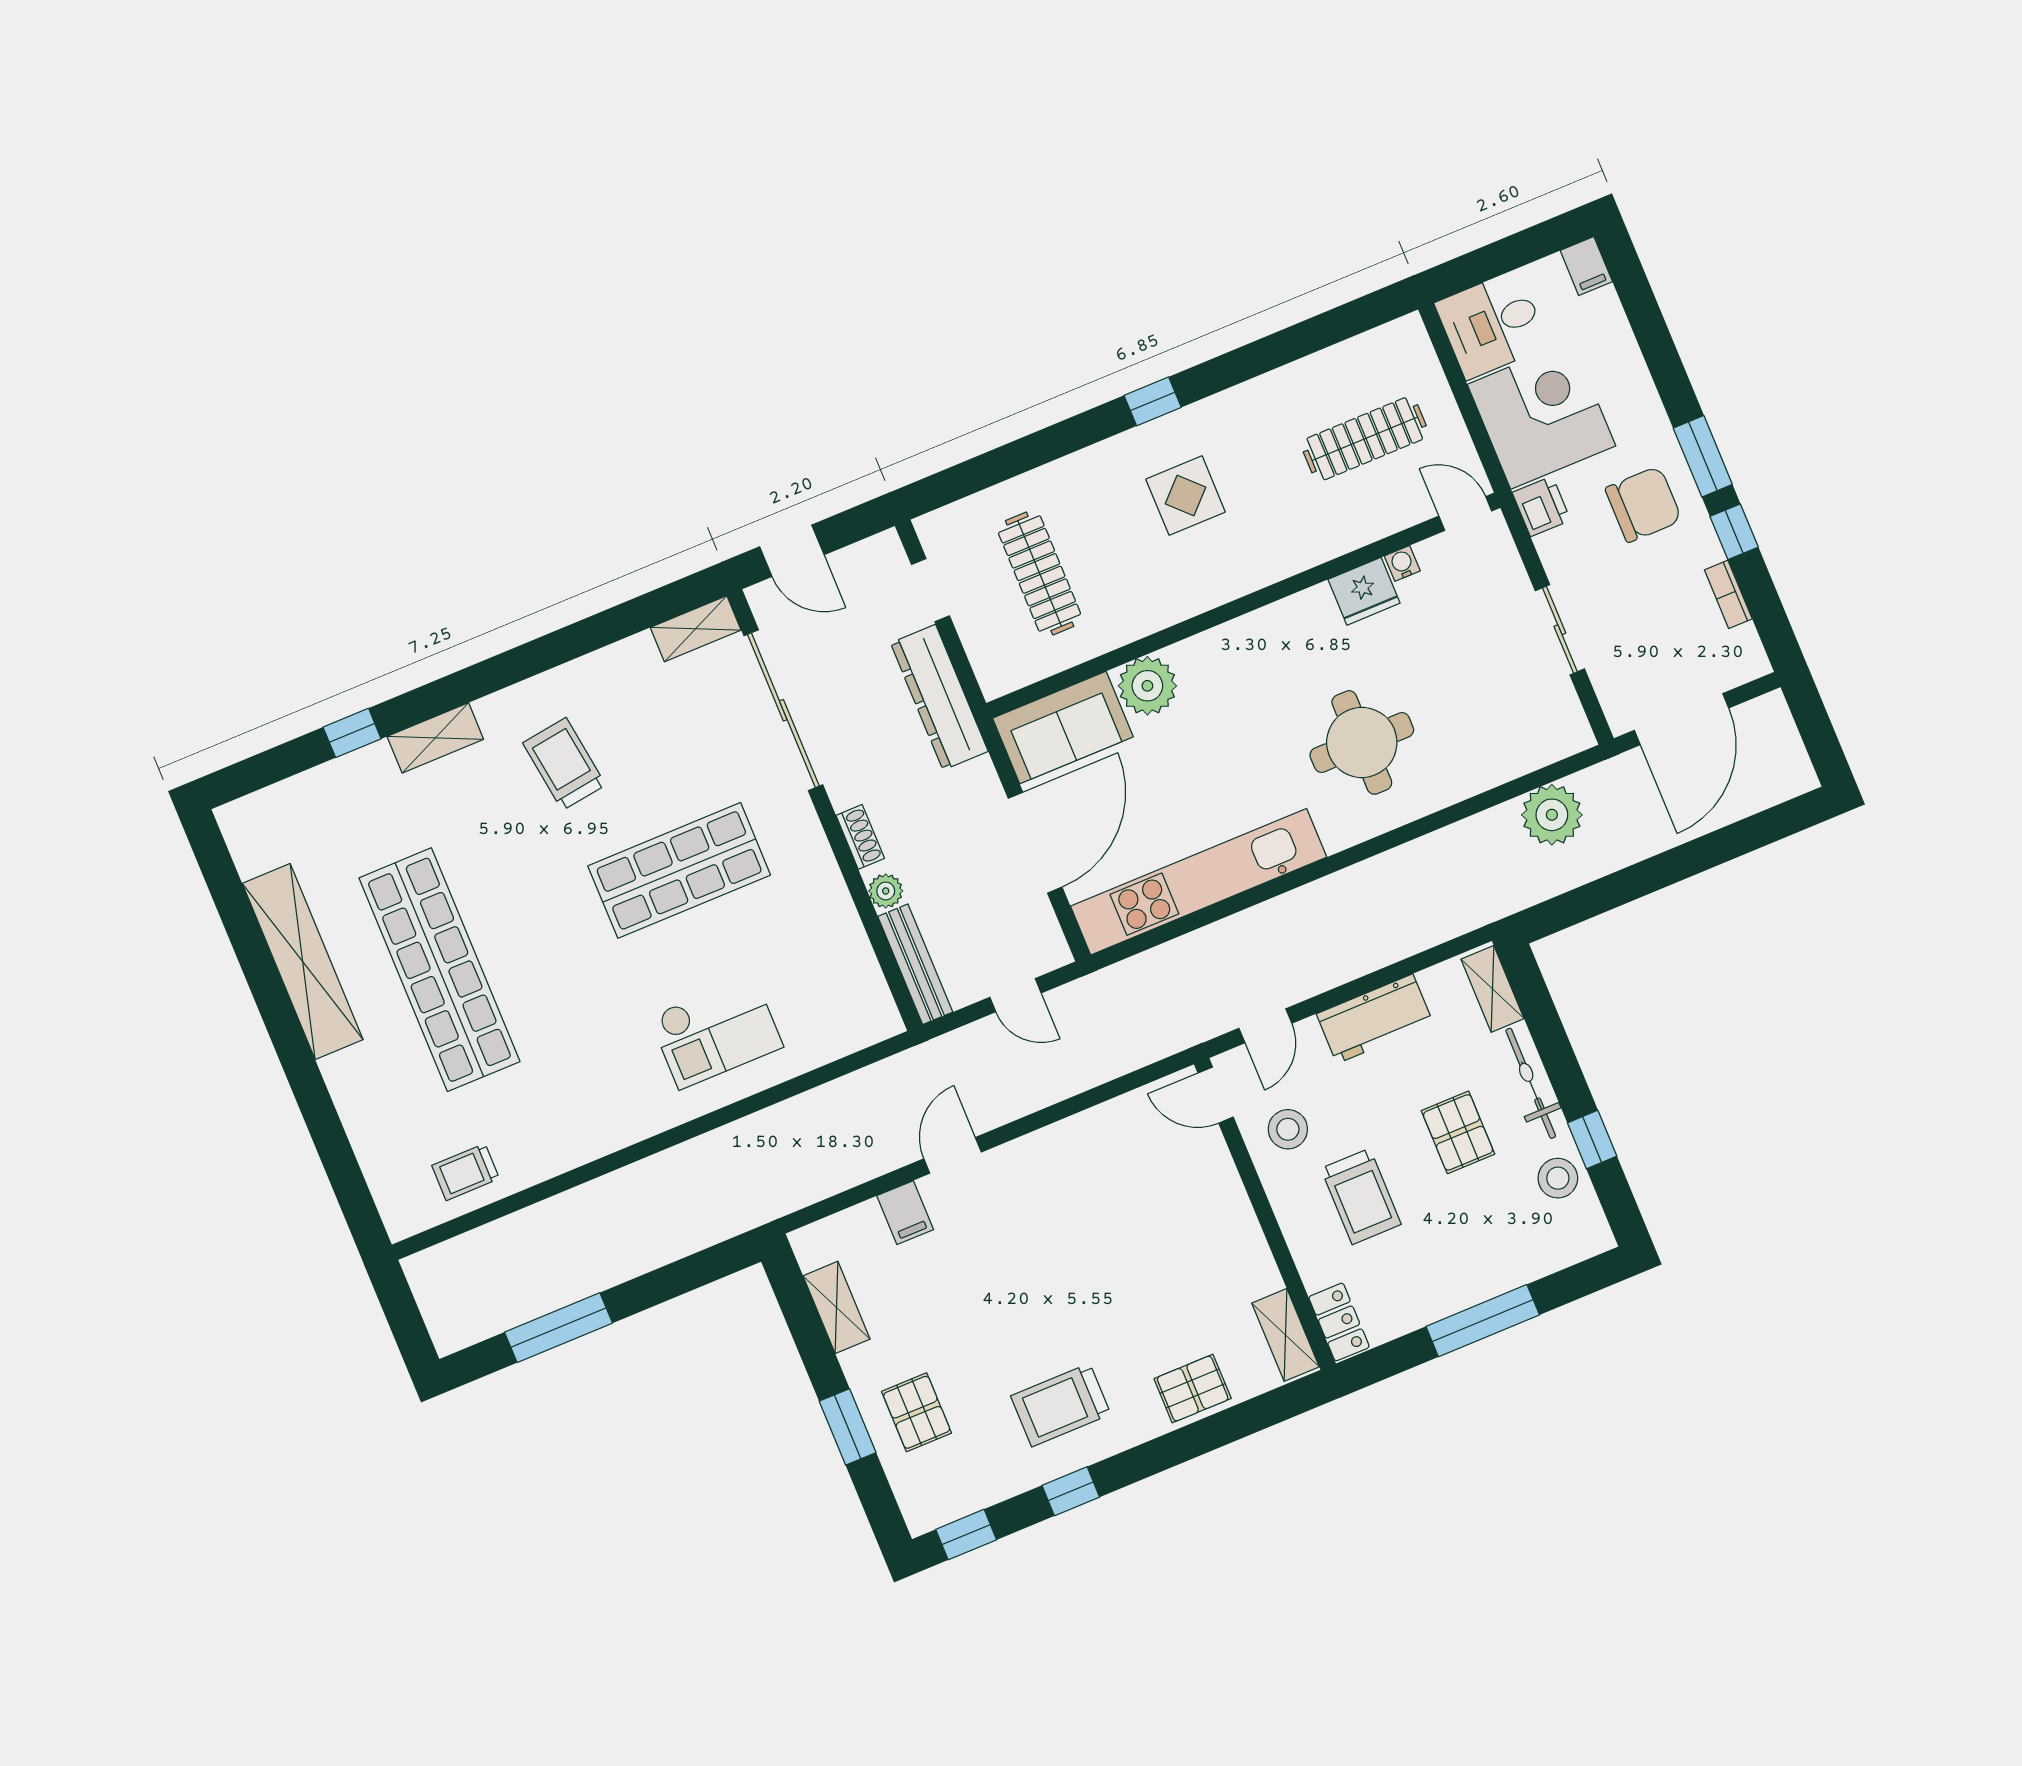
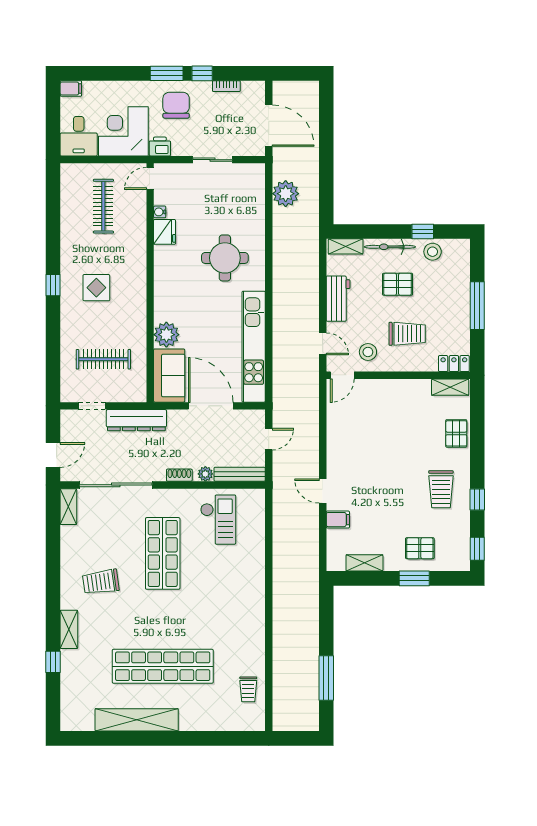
checkout: (716, 1032) -> (218, 520), moved

